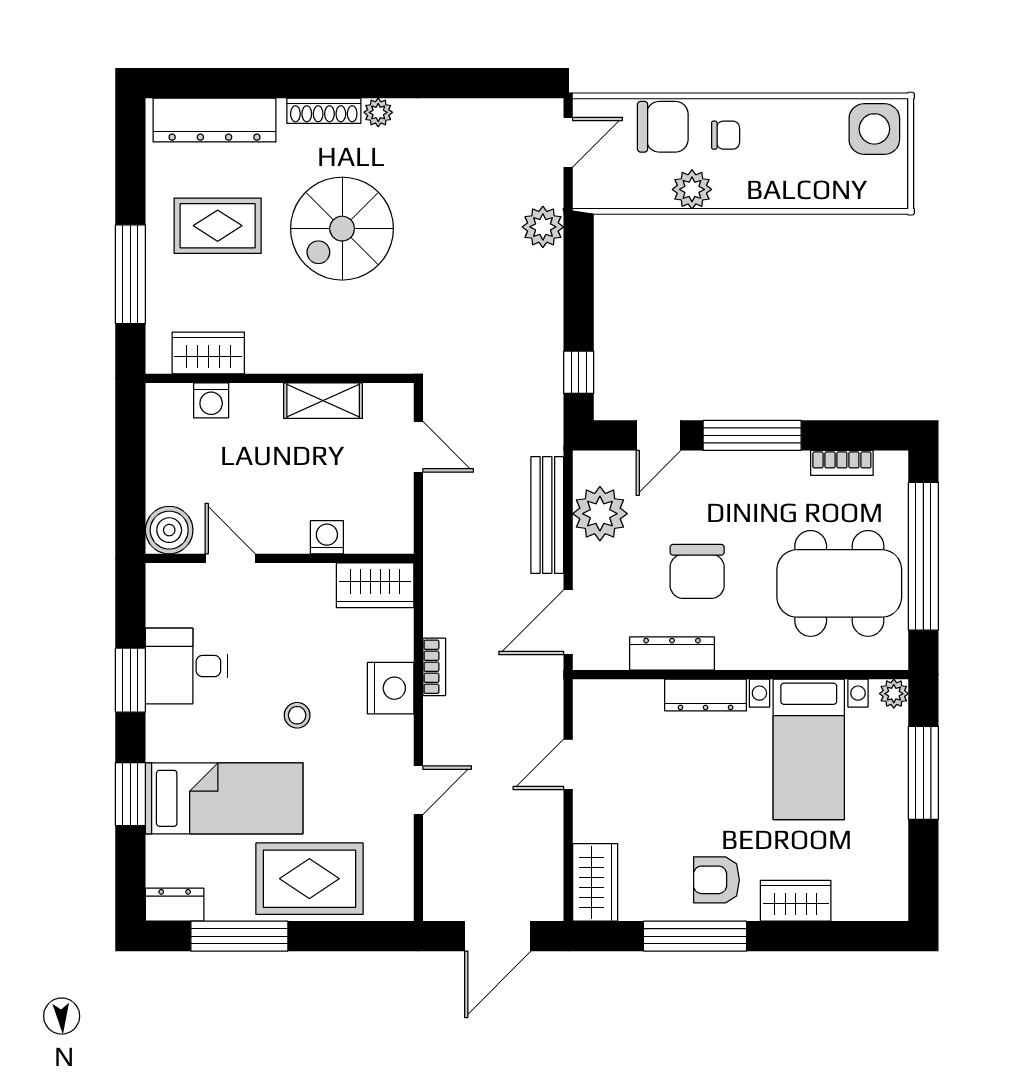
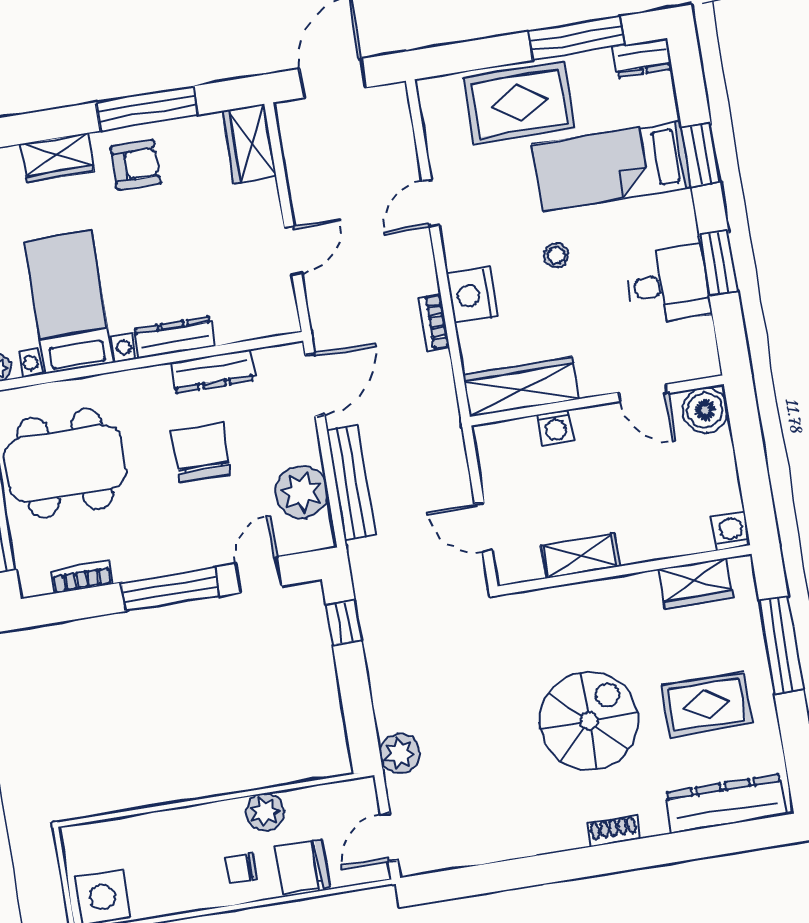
shoe rack: (324, 111) -> (614, 831), width x0.70
plant: (378, 112) -> (573, 836), removed
washing machine: (211, 400) -> (731, 531), moved
wardrobe: (375, 585) -> (521, 387), width x1.50

